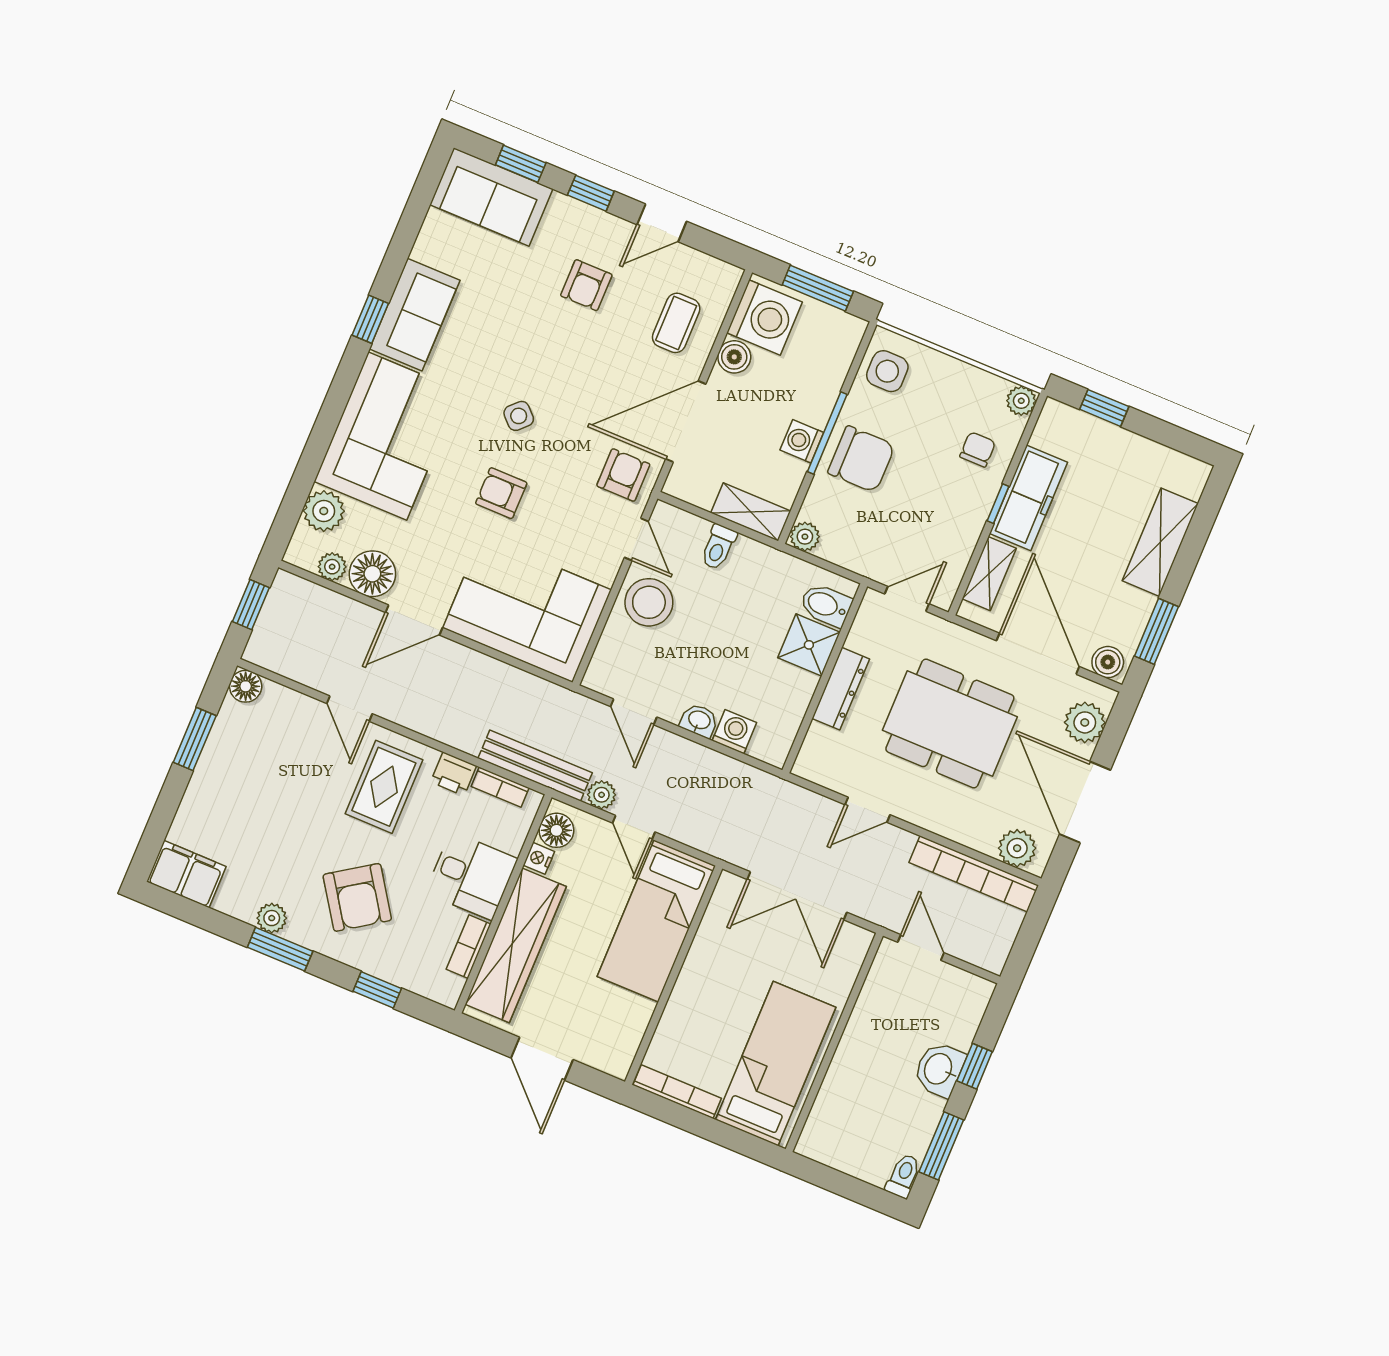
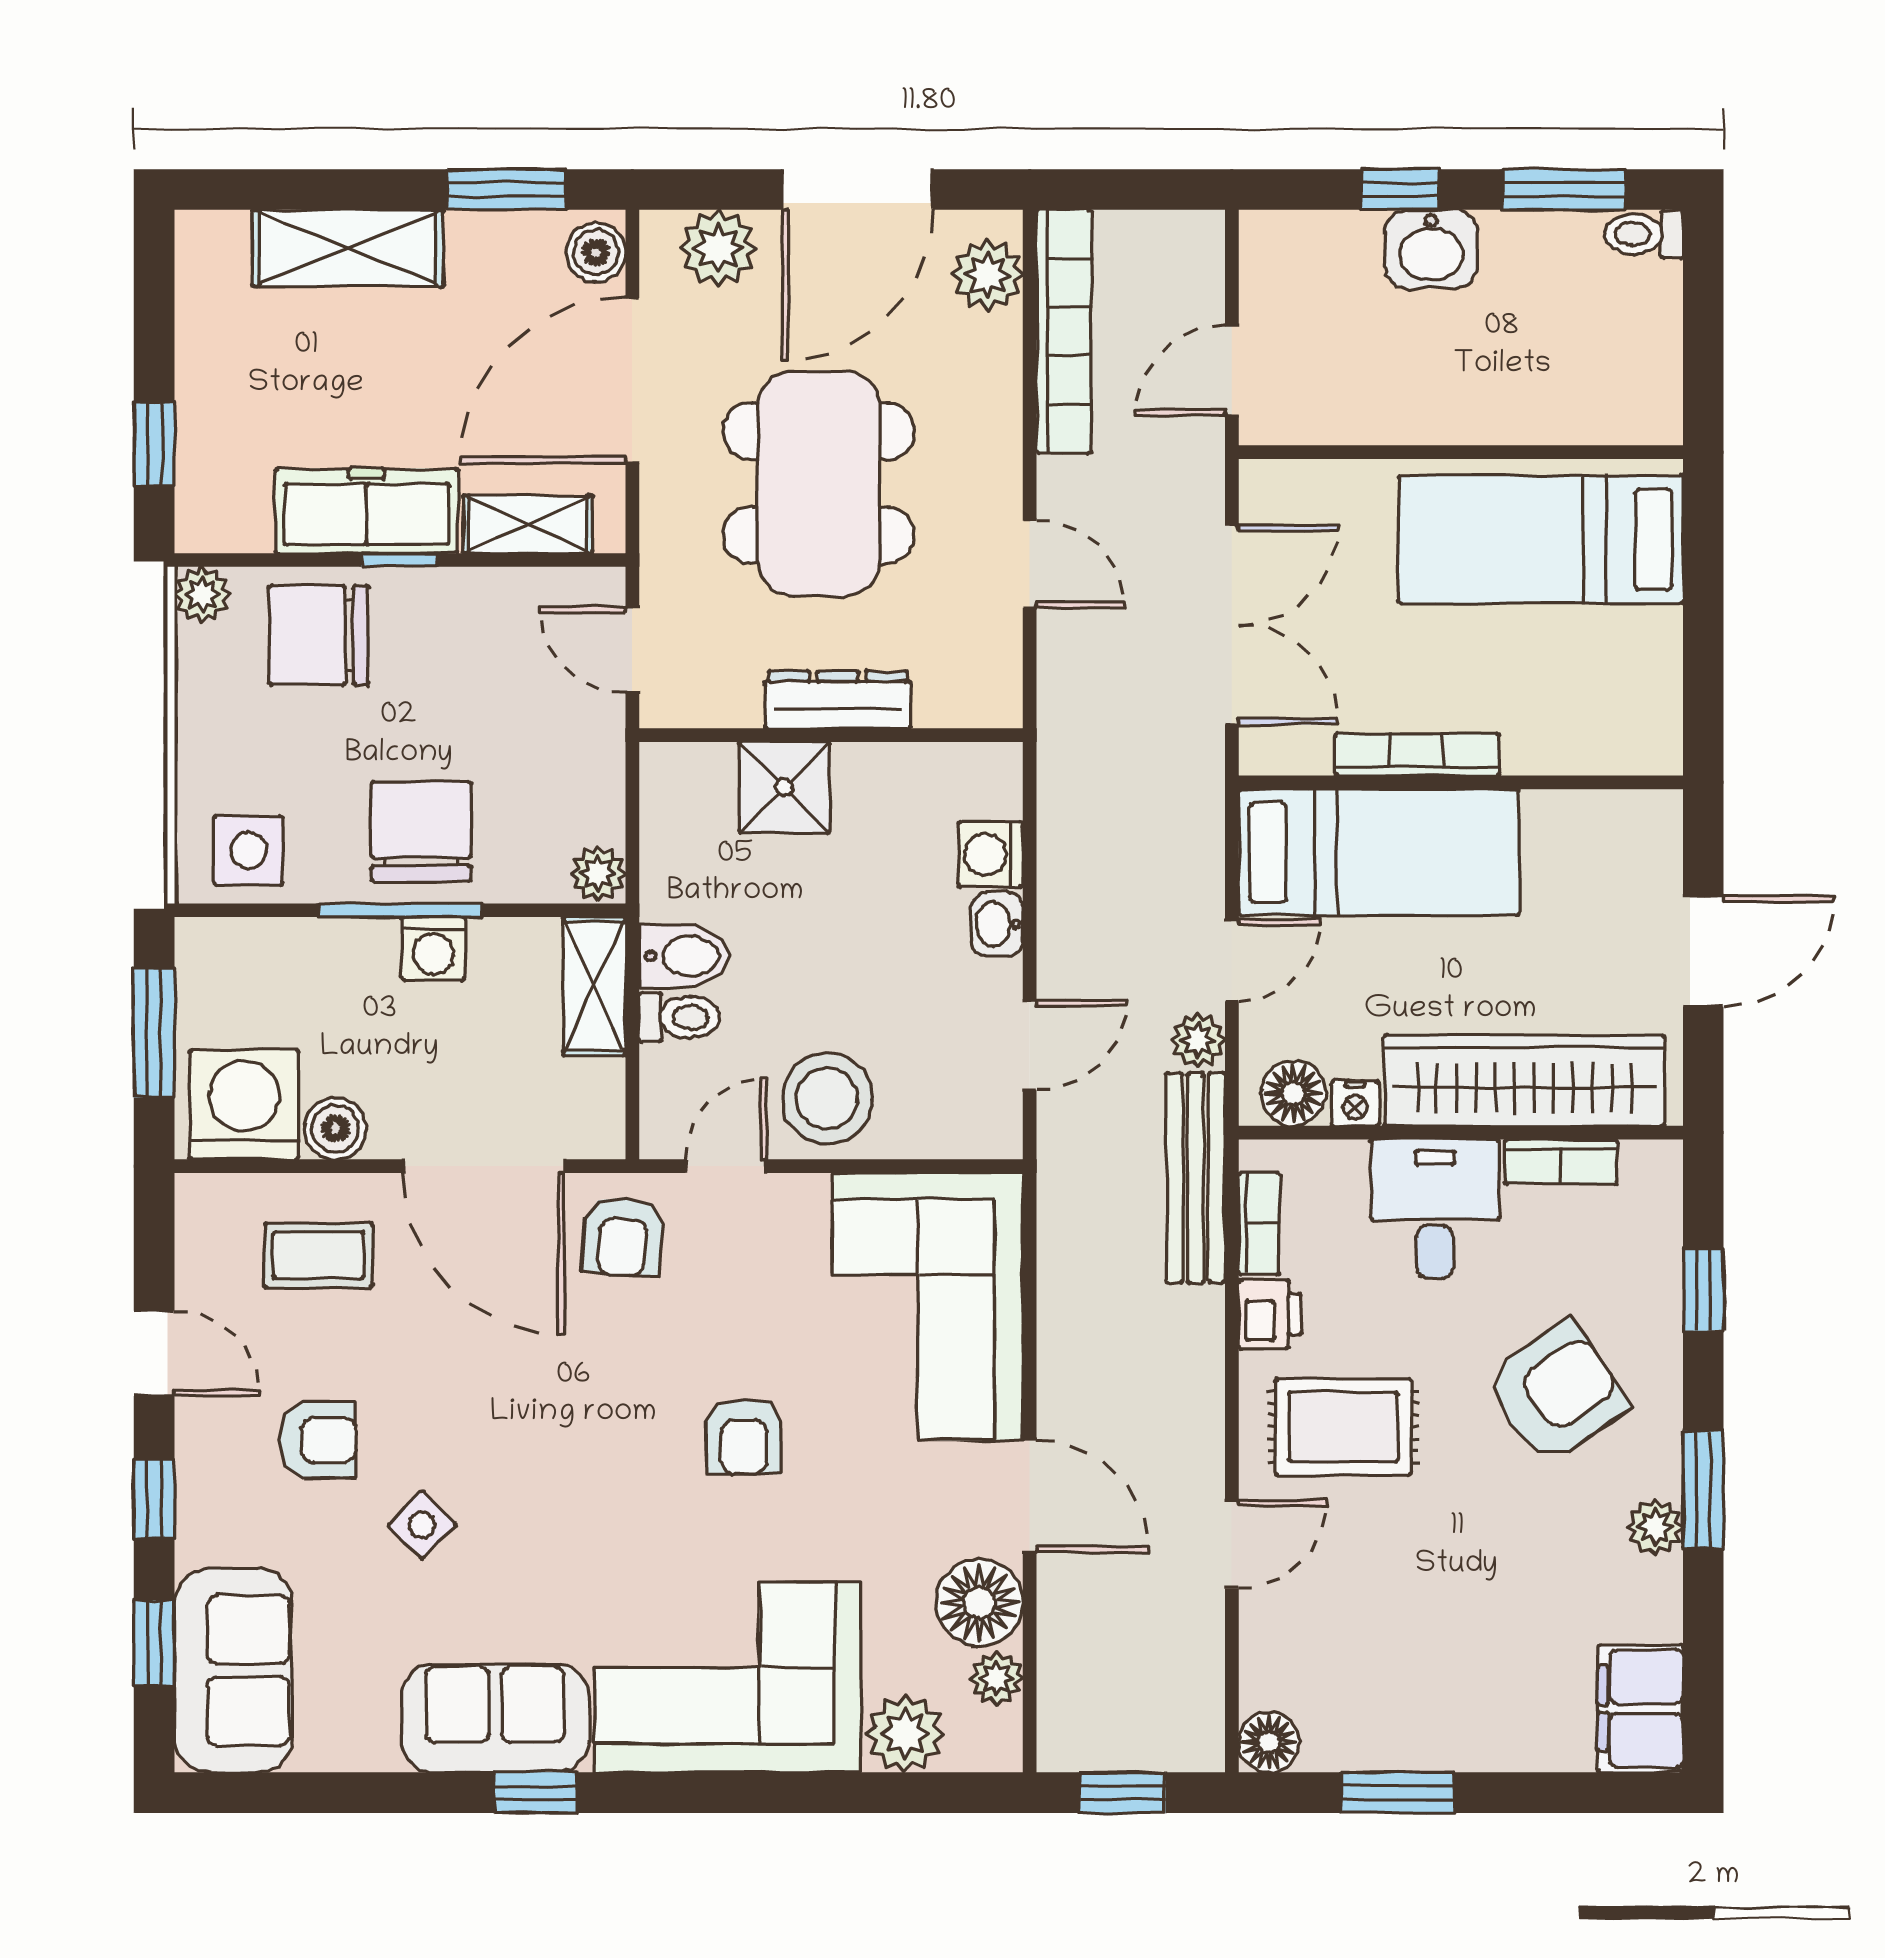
side table: (519, 416) -> (422, 1525), moved
chair: (978, 449) -> (319, 635), width x1.87, depth x1.87
armchair: (623, 475) -> (623, 1236), turned -86
bidet: (826, 605) -> (684, 956), moved, turned -90
bookcase: (677, 1092) -> (1417, 755), moved, turned 90

